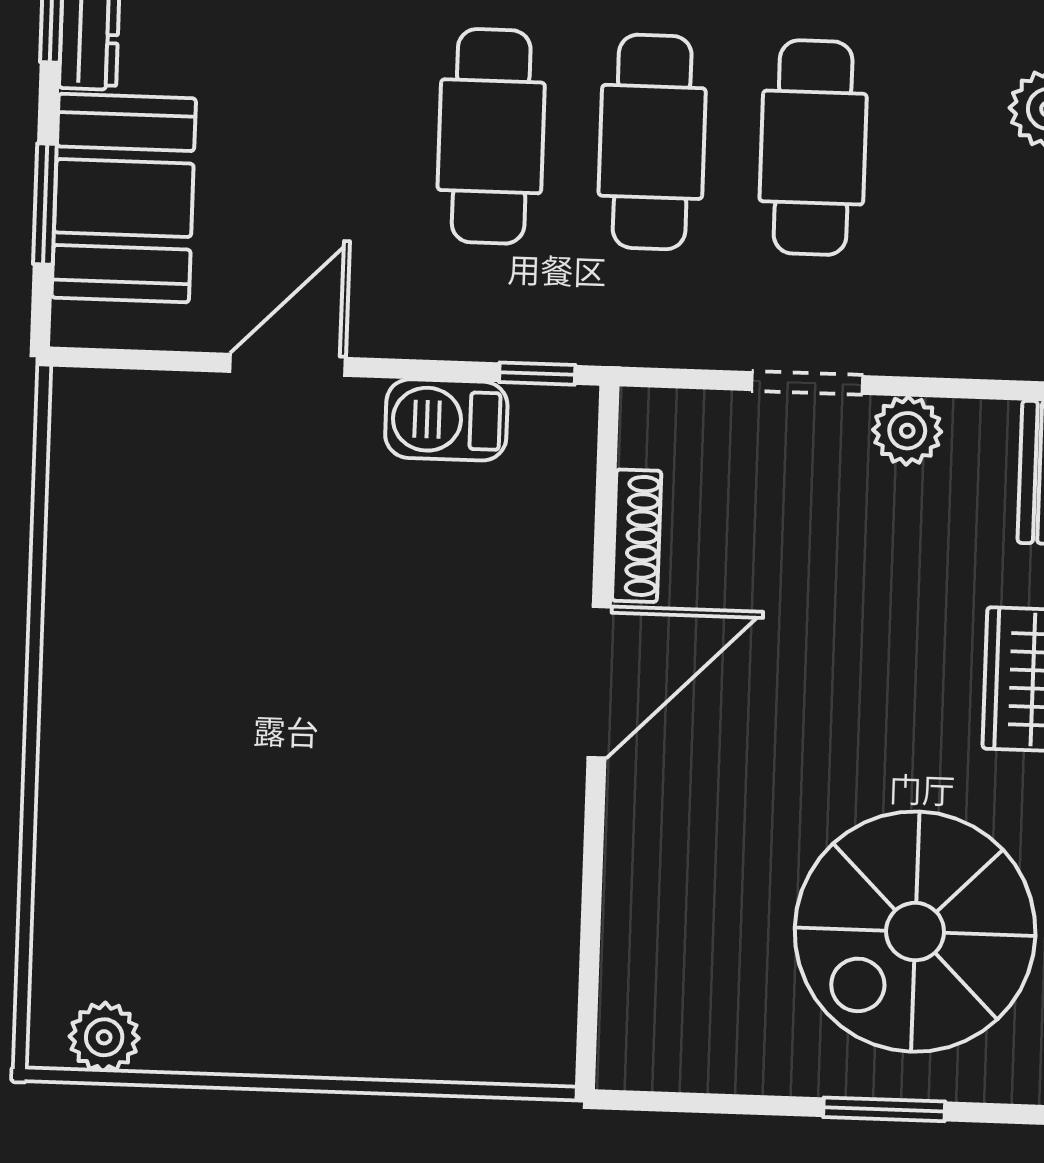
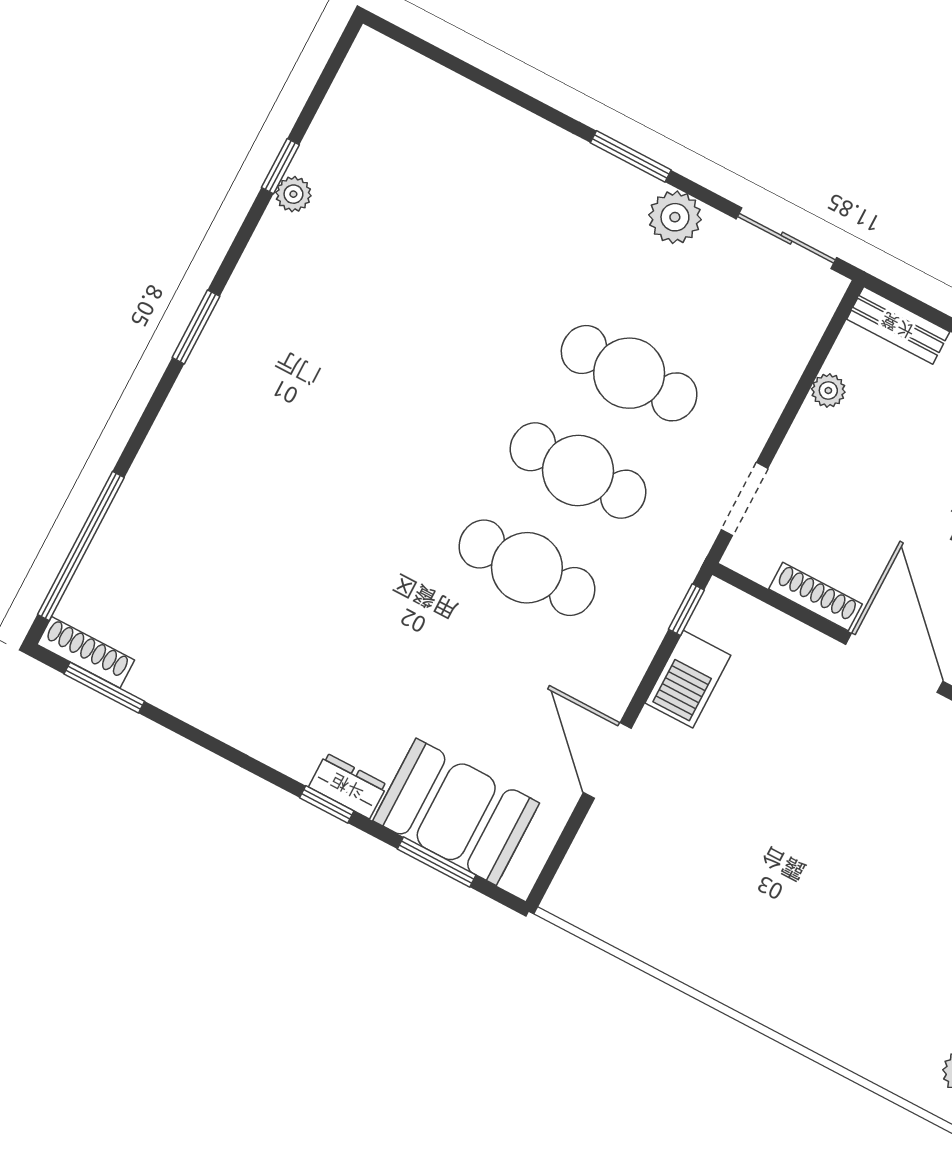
doorway: (807, 383) -> (744, 499), moved
plant: (907, 431) -> (828, 391), width x0.73, depth x0.73

